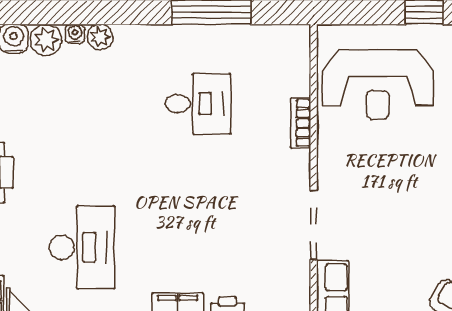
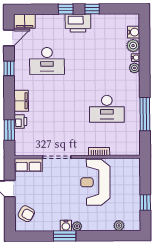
reception desk: (378, 85) -> (95, 182), moved
desk: (198, 104) -> (107, 109), width x1.37

